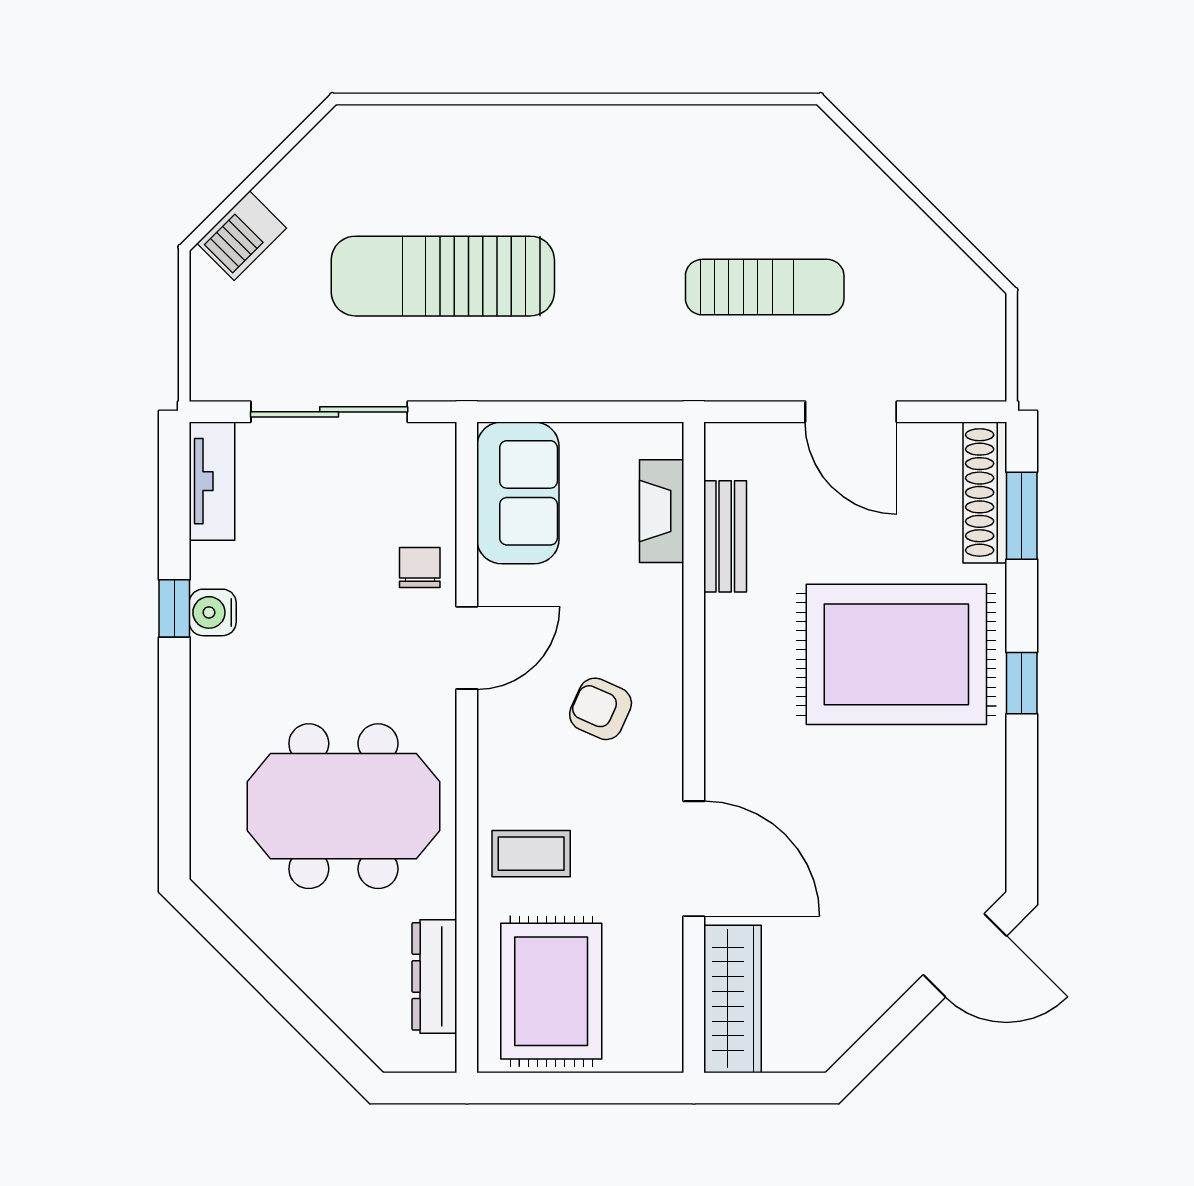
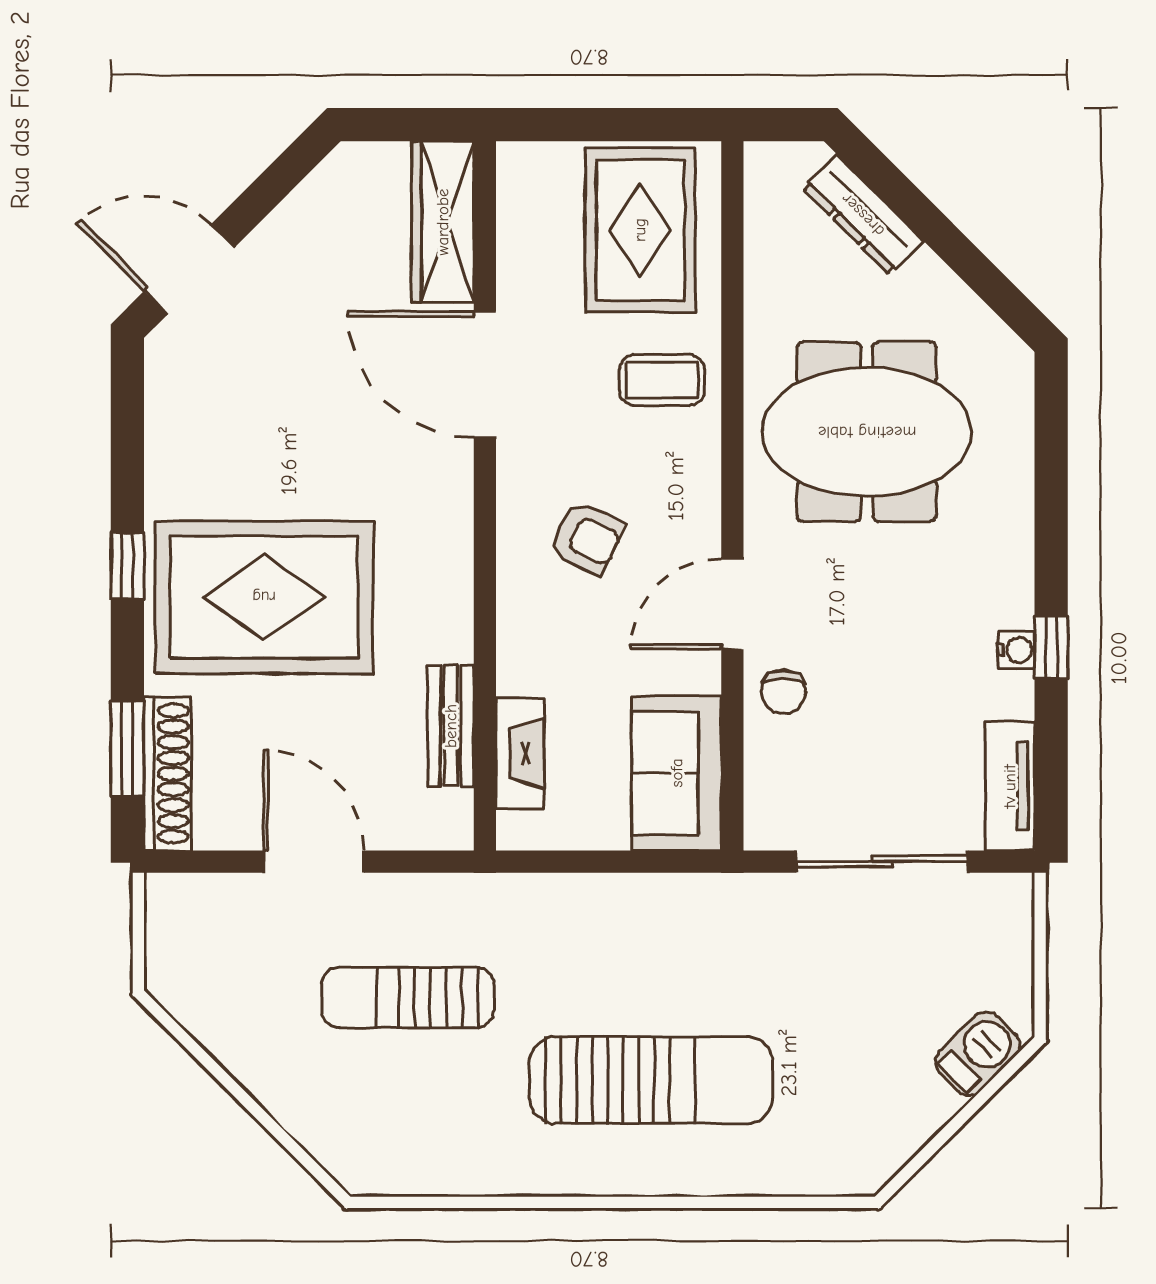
sun lounger: (443, 276) -> (651, 1080), moved
water cooler: (213, 612) -> (1016, 650), width x0.72, depth x0.72
dresser: (434, 976) -> (863, 215), moved, turned 135

